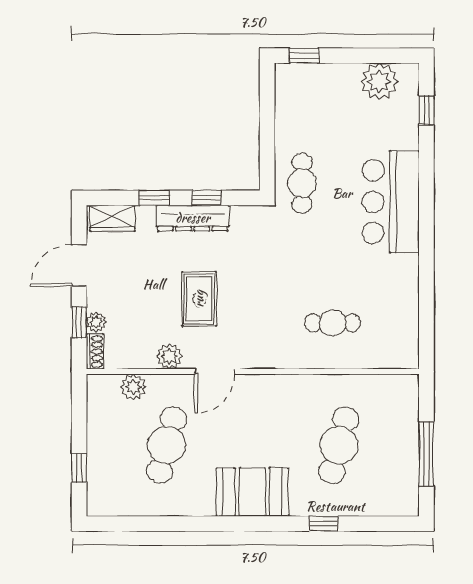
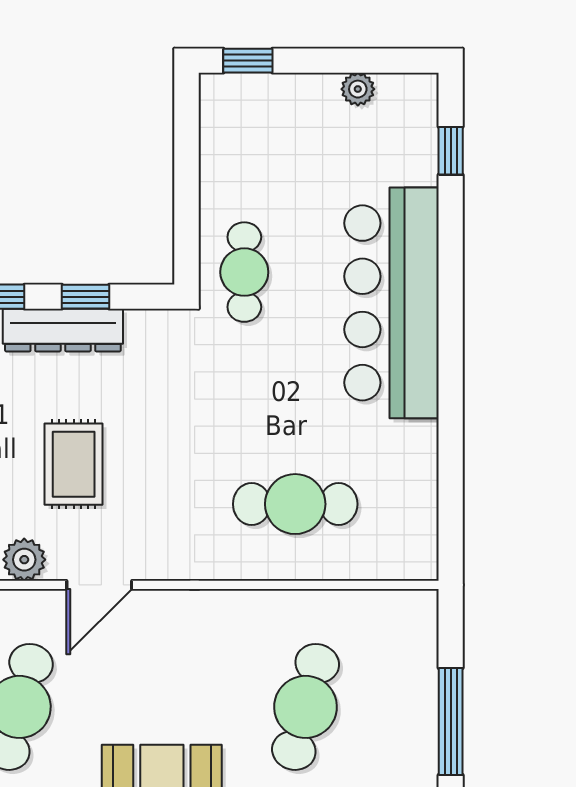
plant: (379, 82) -> (358, 89), width x0.53, depth x0.53
bar counter: (391, 202) -> (392, 303), width x1.36
cafe table: (333, 323) -> (295, 504), width x1.37, depth x1.35

